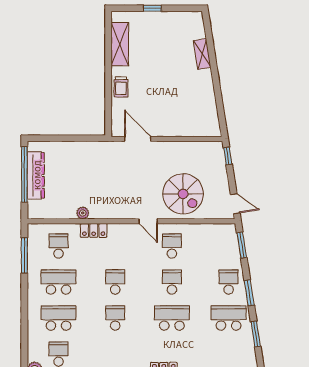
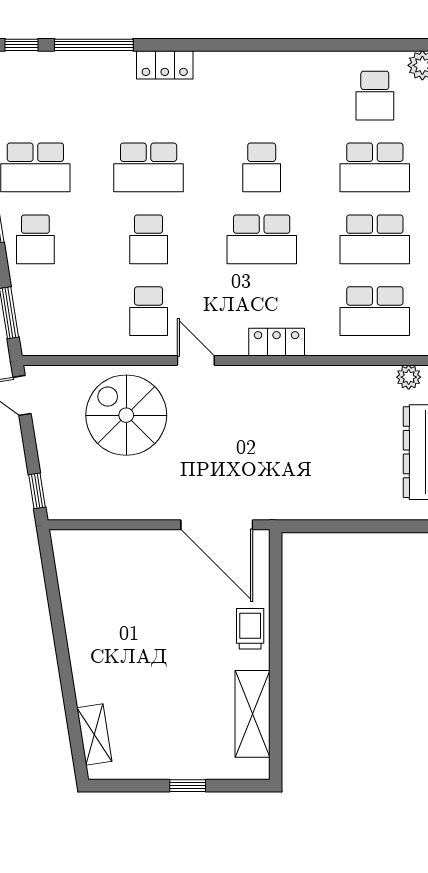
shelving: (202, 54) -> (94, 734), moved
door: (138, 139) -> (217, 525), width x1.36
plant: (83, 213) -> (409, 377), moved
locker: (94, 230) -> (277, 342), moved
school desk: (58, 246) -> (375, 311), width x1.85
school desk: (115, 282) -> (262, 239), width x1.85

